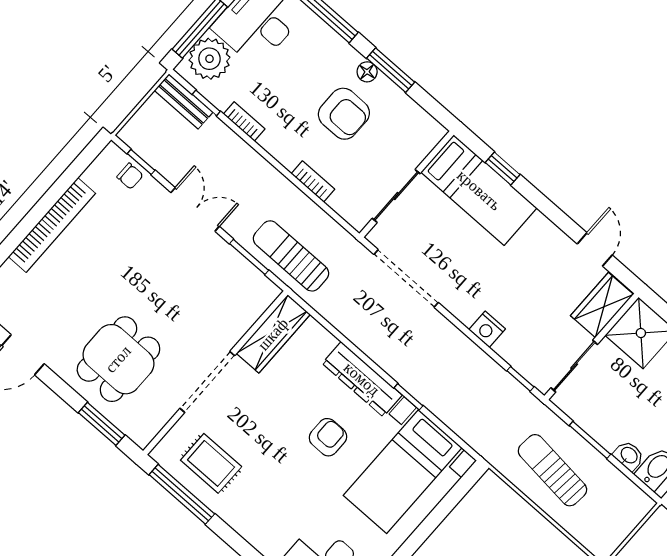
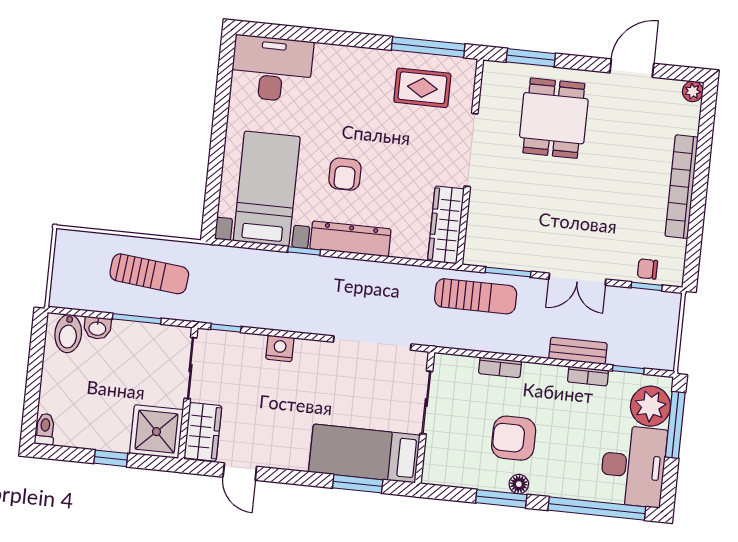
bench: (184, 101) -> (578, 351), moved
window: (503, 169) -> (358, 484), width x1.50

